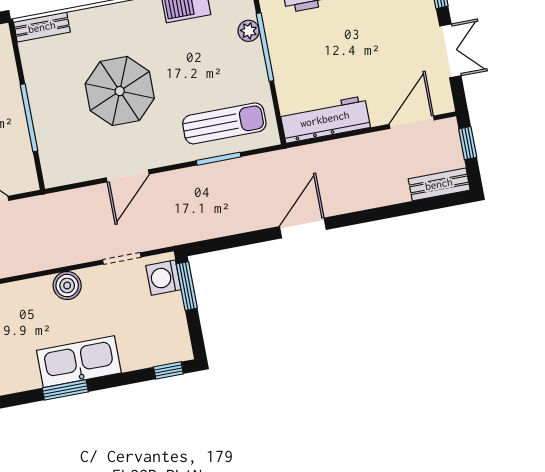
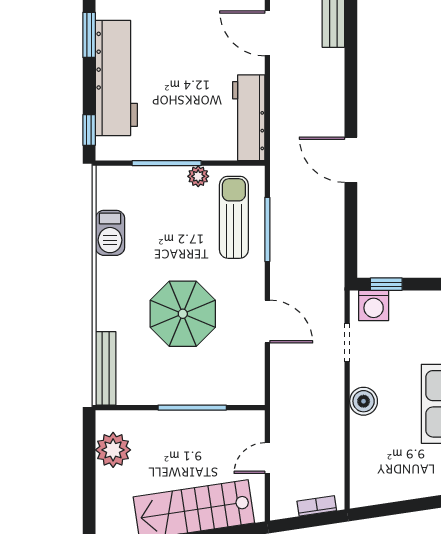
bench: (42, 27) -> (106, 368), width x1.36
plant: (249, 31) -> (198, 176), moved
window: (219, 159) -> (267, 229), width x1.44
window: (187, 286) -> (386, 284), width x0.67

